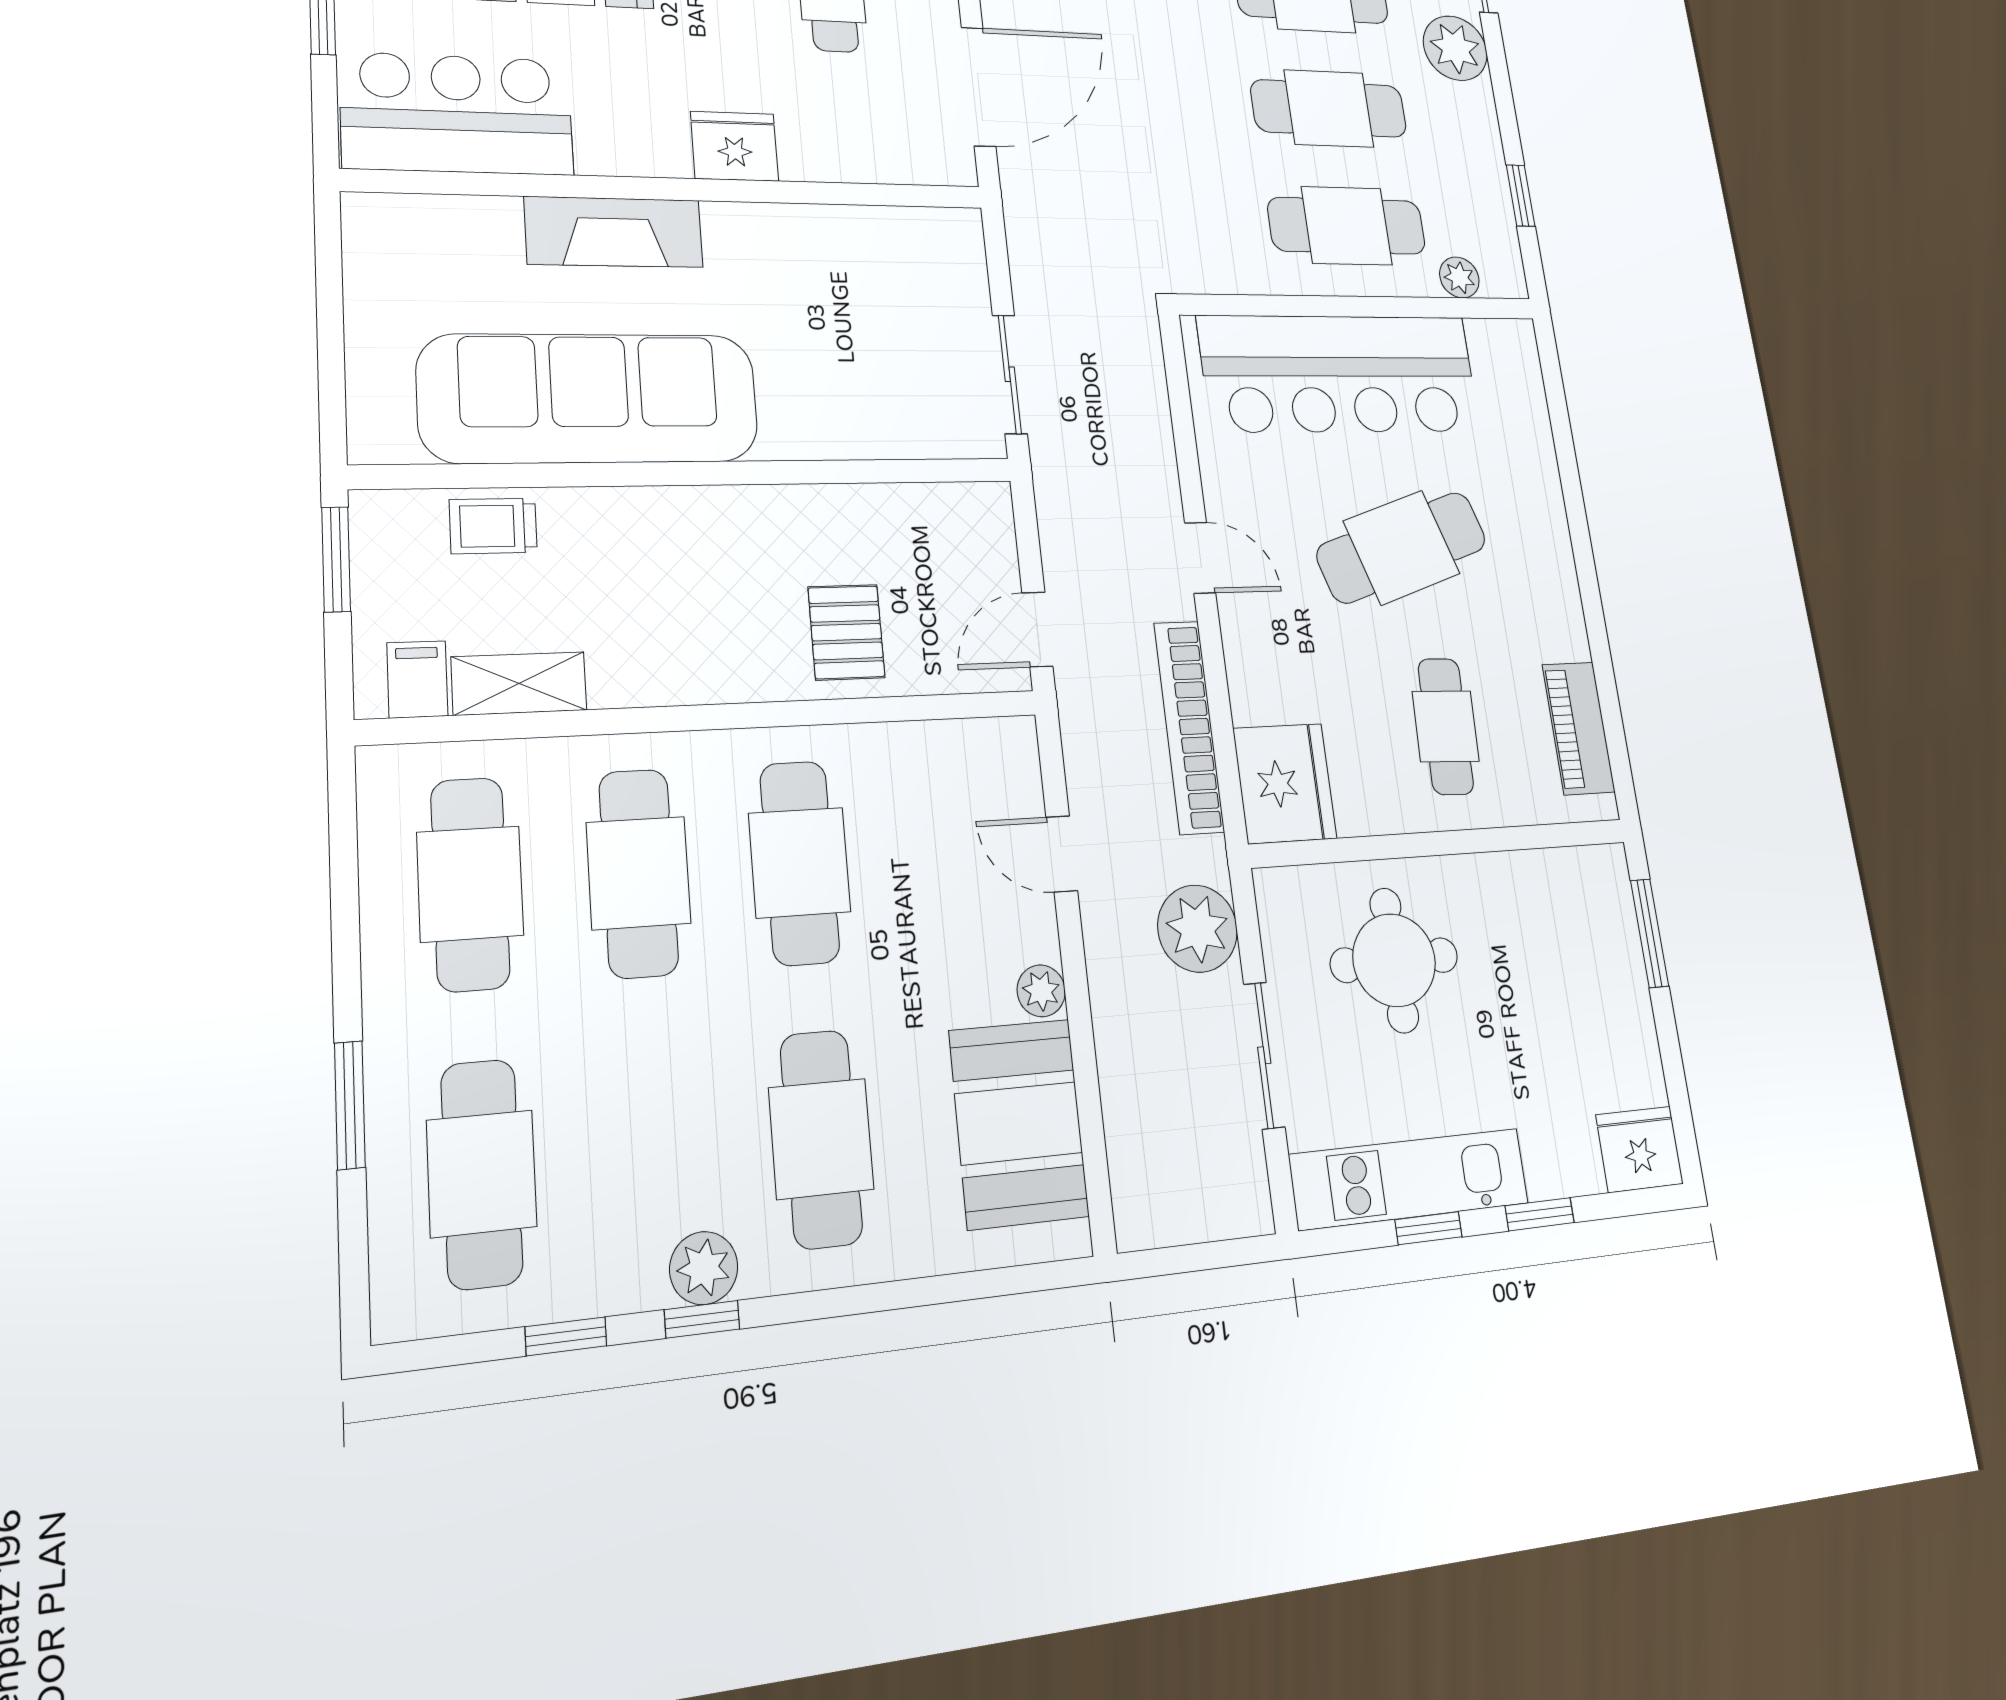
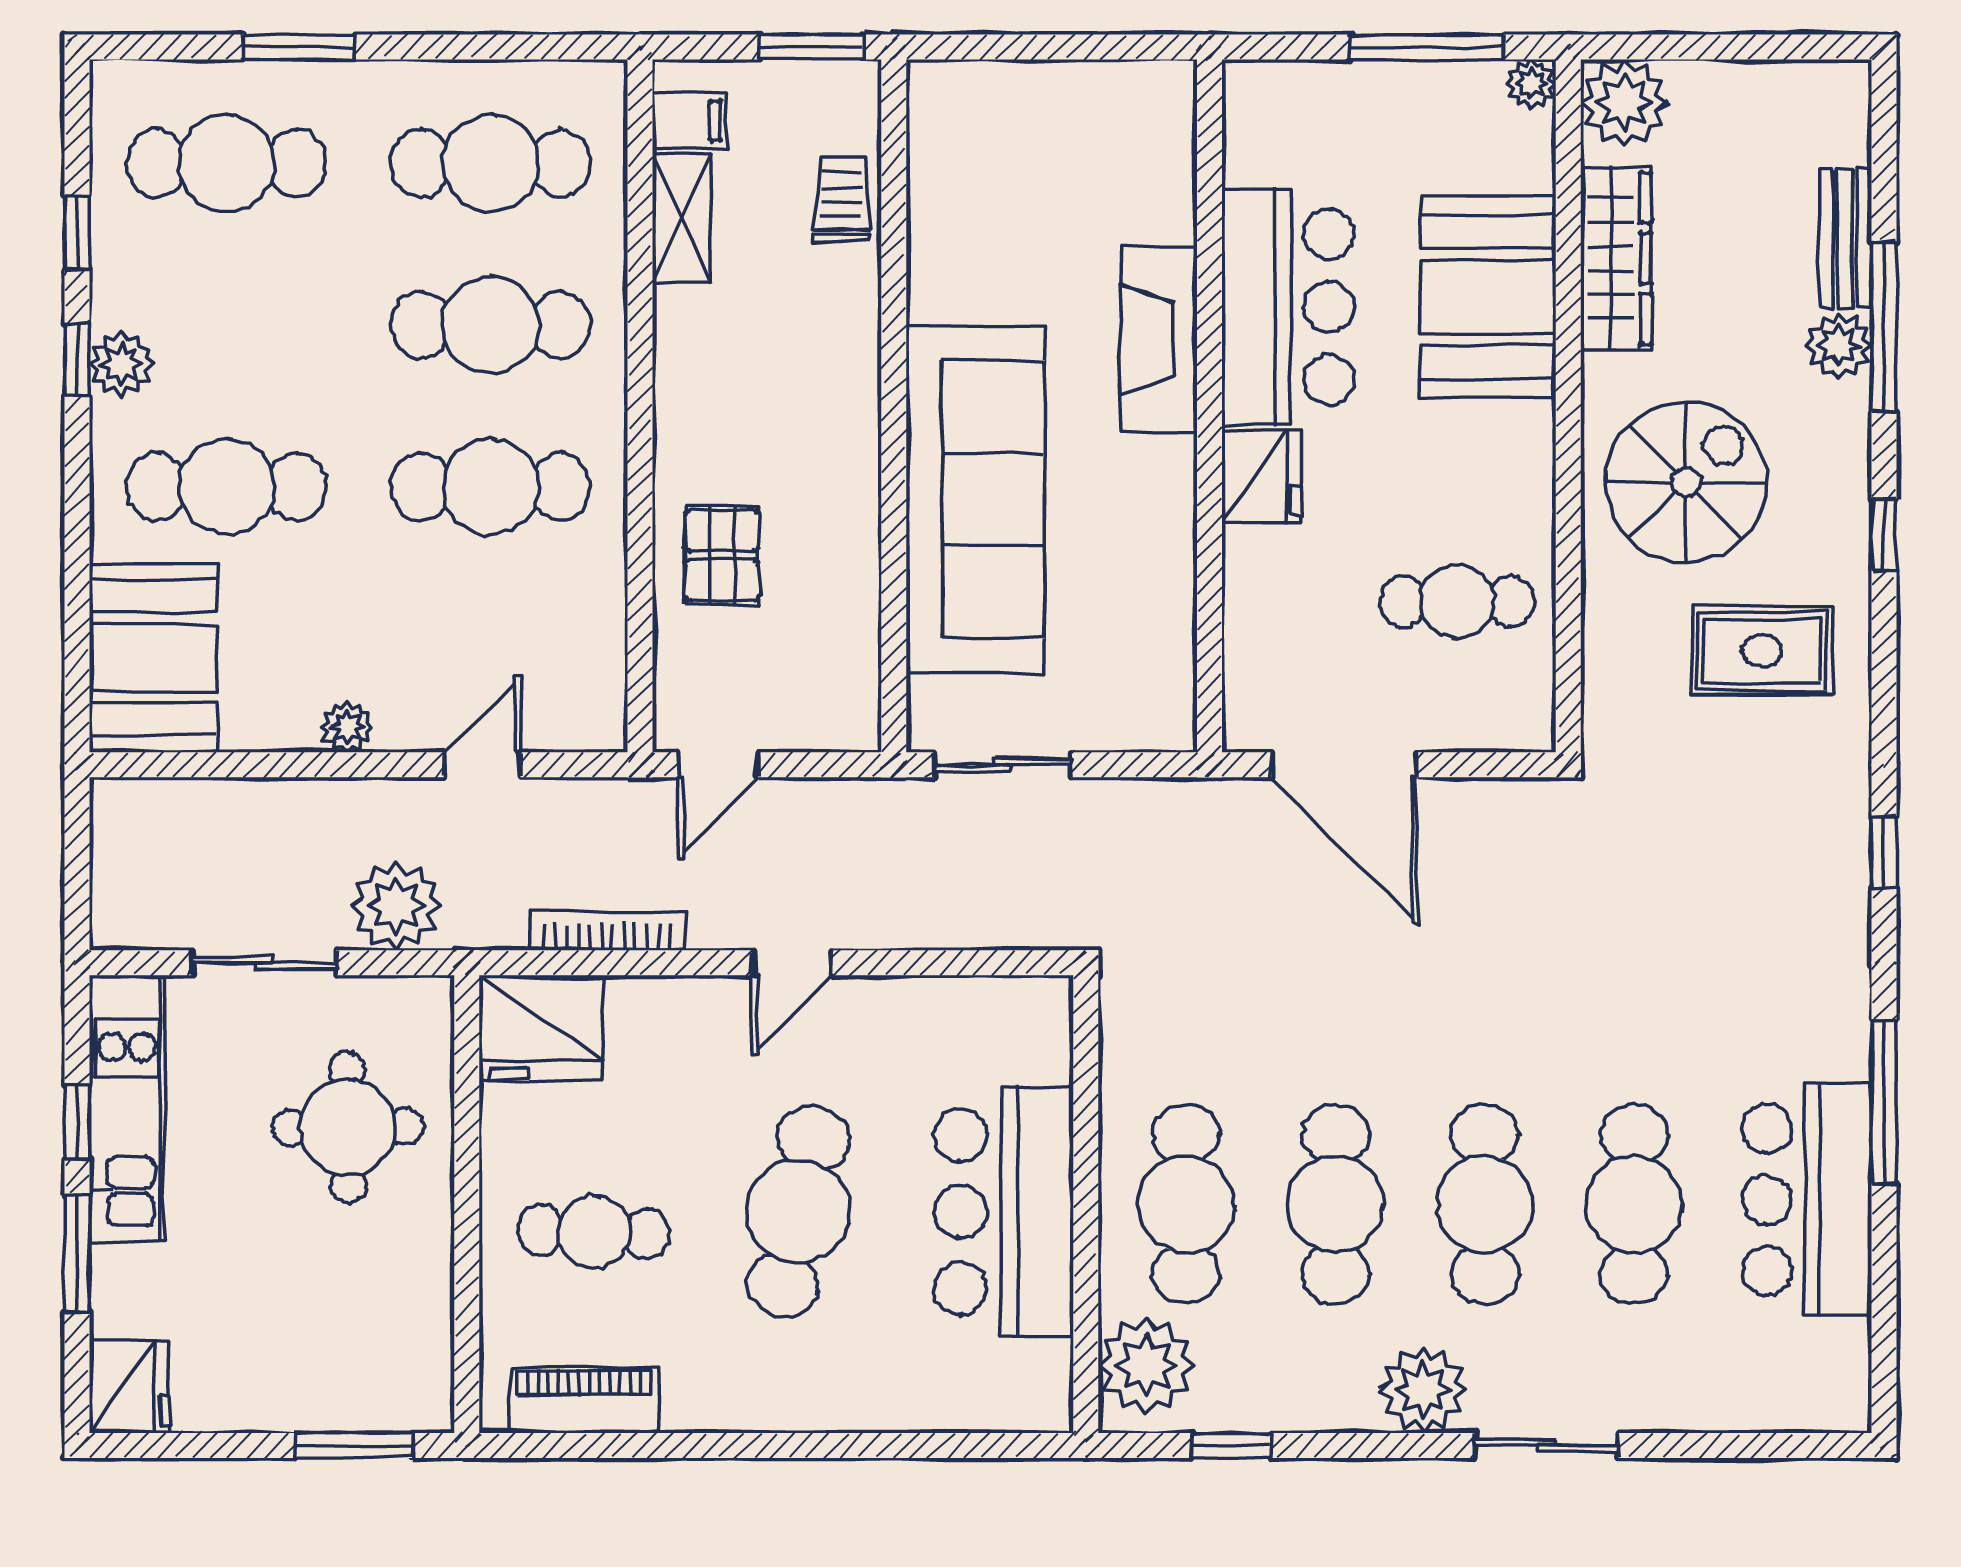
bar counter: (457, 114) -> (1288, 307), moved
plant: (1459, 277) -> (1147, 1365), width x1.88, depth x1.88
bar counter: (1340, 374) -> (1004, 1212), width x0.73
sofa: (590, 398) -> (975, 499), moved
cafe table: (1402, 547) -> (798, 1212), turned 30
door: (1037, 629) -> (718, 765), swing flipped
pallet: (846, 632) -> (722, 555), turned 90
bookcase: (1189, 727) -> (607, 931), width x0.68, depth x0.76
booth: (1019, 1123) -> (153, 658), moved, turned 90
window: (1540, 1214) -> (77, 1254), width x1.50

